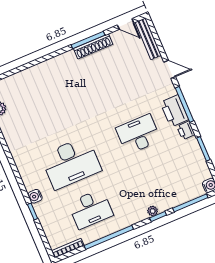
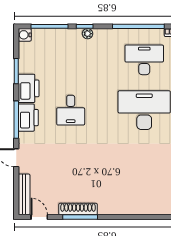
printer: (186, 130) -> (29, 88), width x1.87, depth x1.48
desk: (138, 134) -> (71, 110), width x0.73

